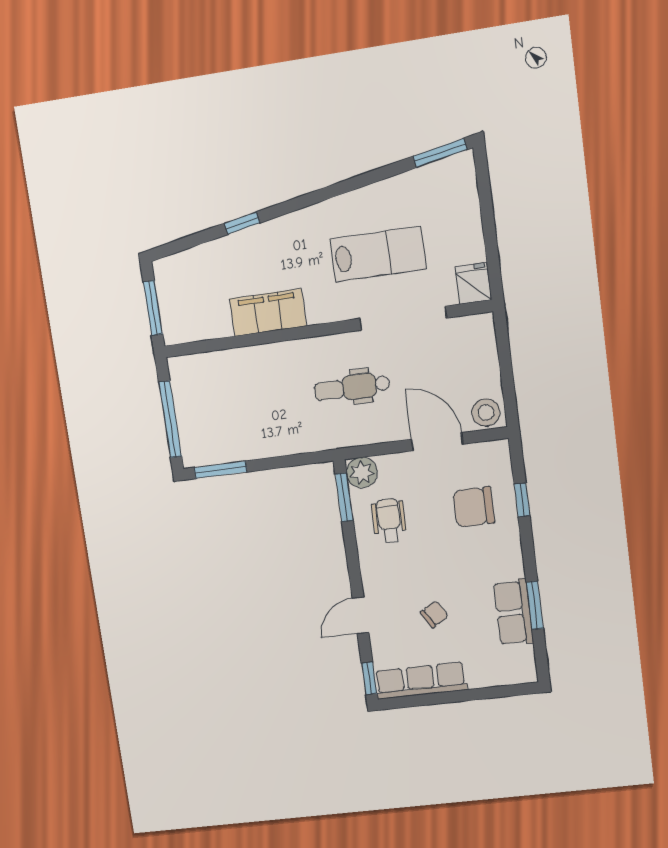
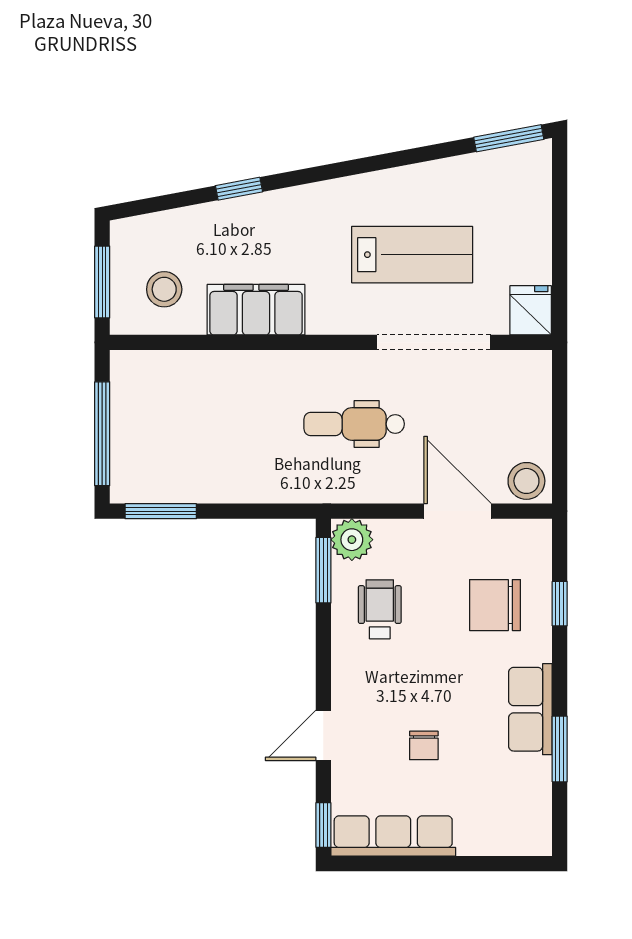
stool: (199, 307) -> (164, 289), added
row of seats: (514, 612) -> (530, 709), moved
chair: (434, 614) -> (424, 745), turned 121

